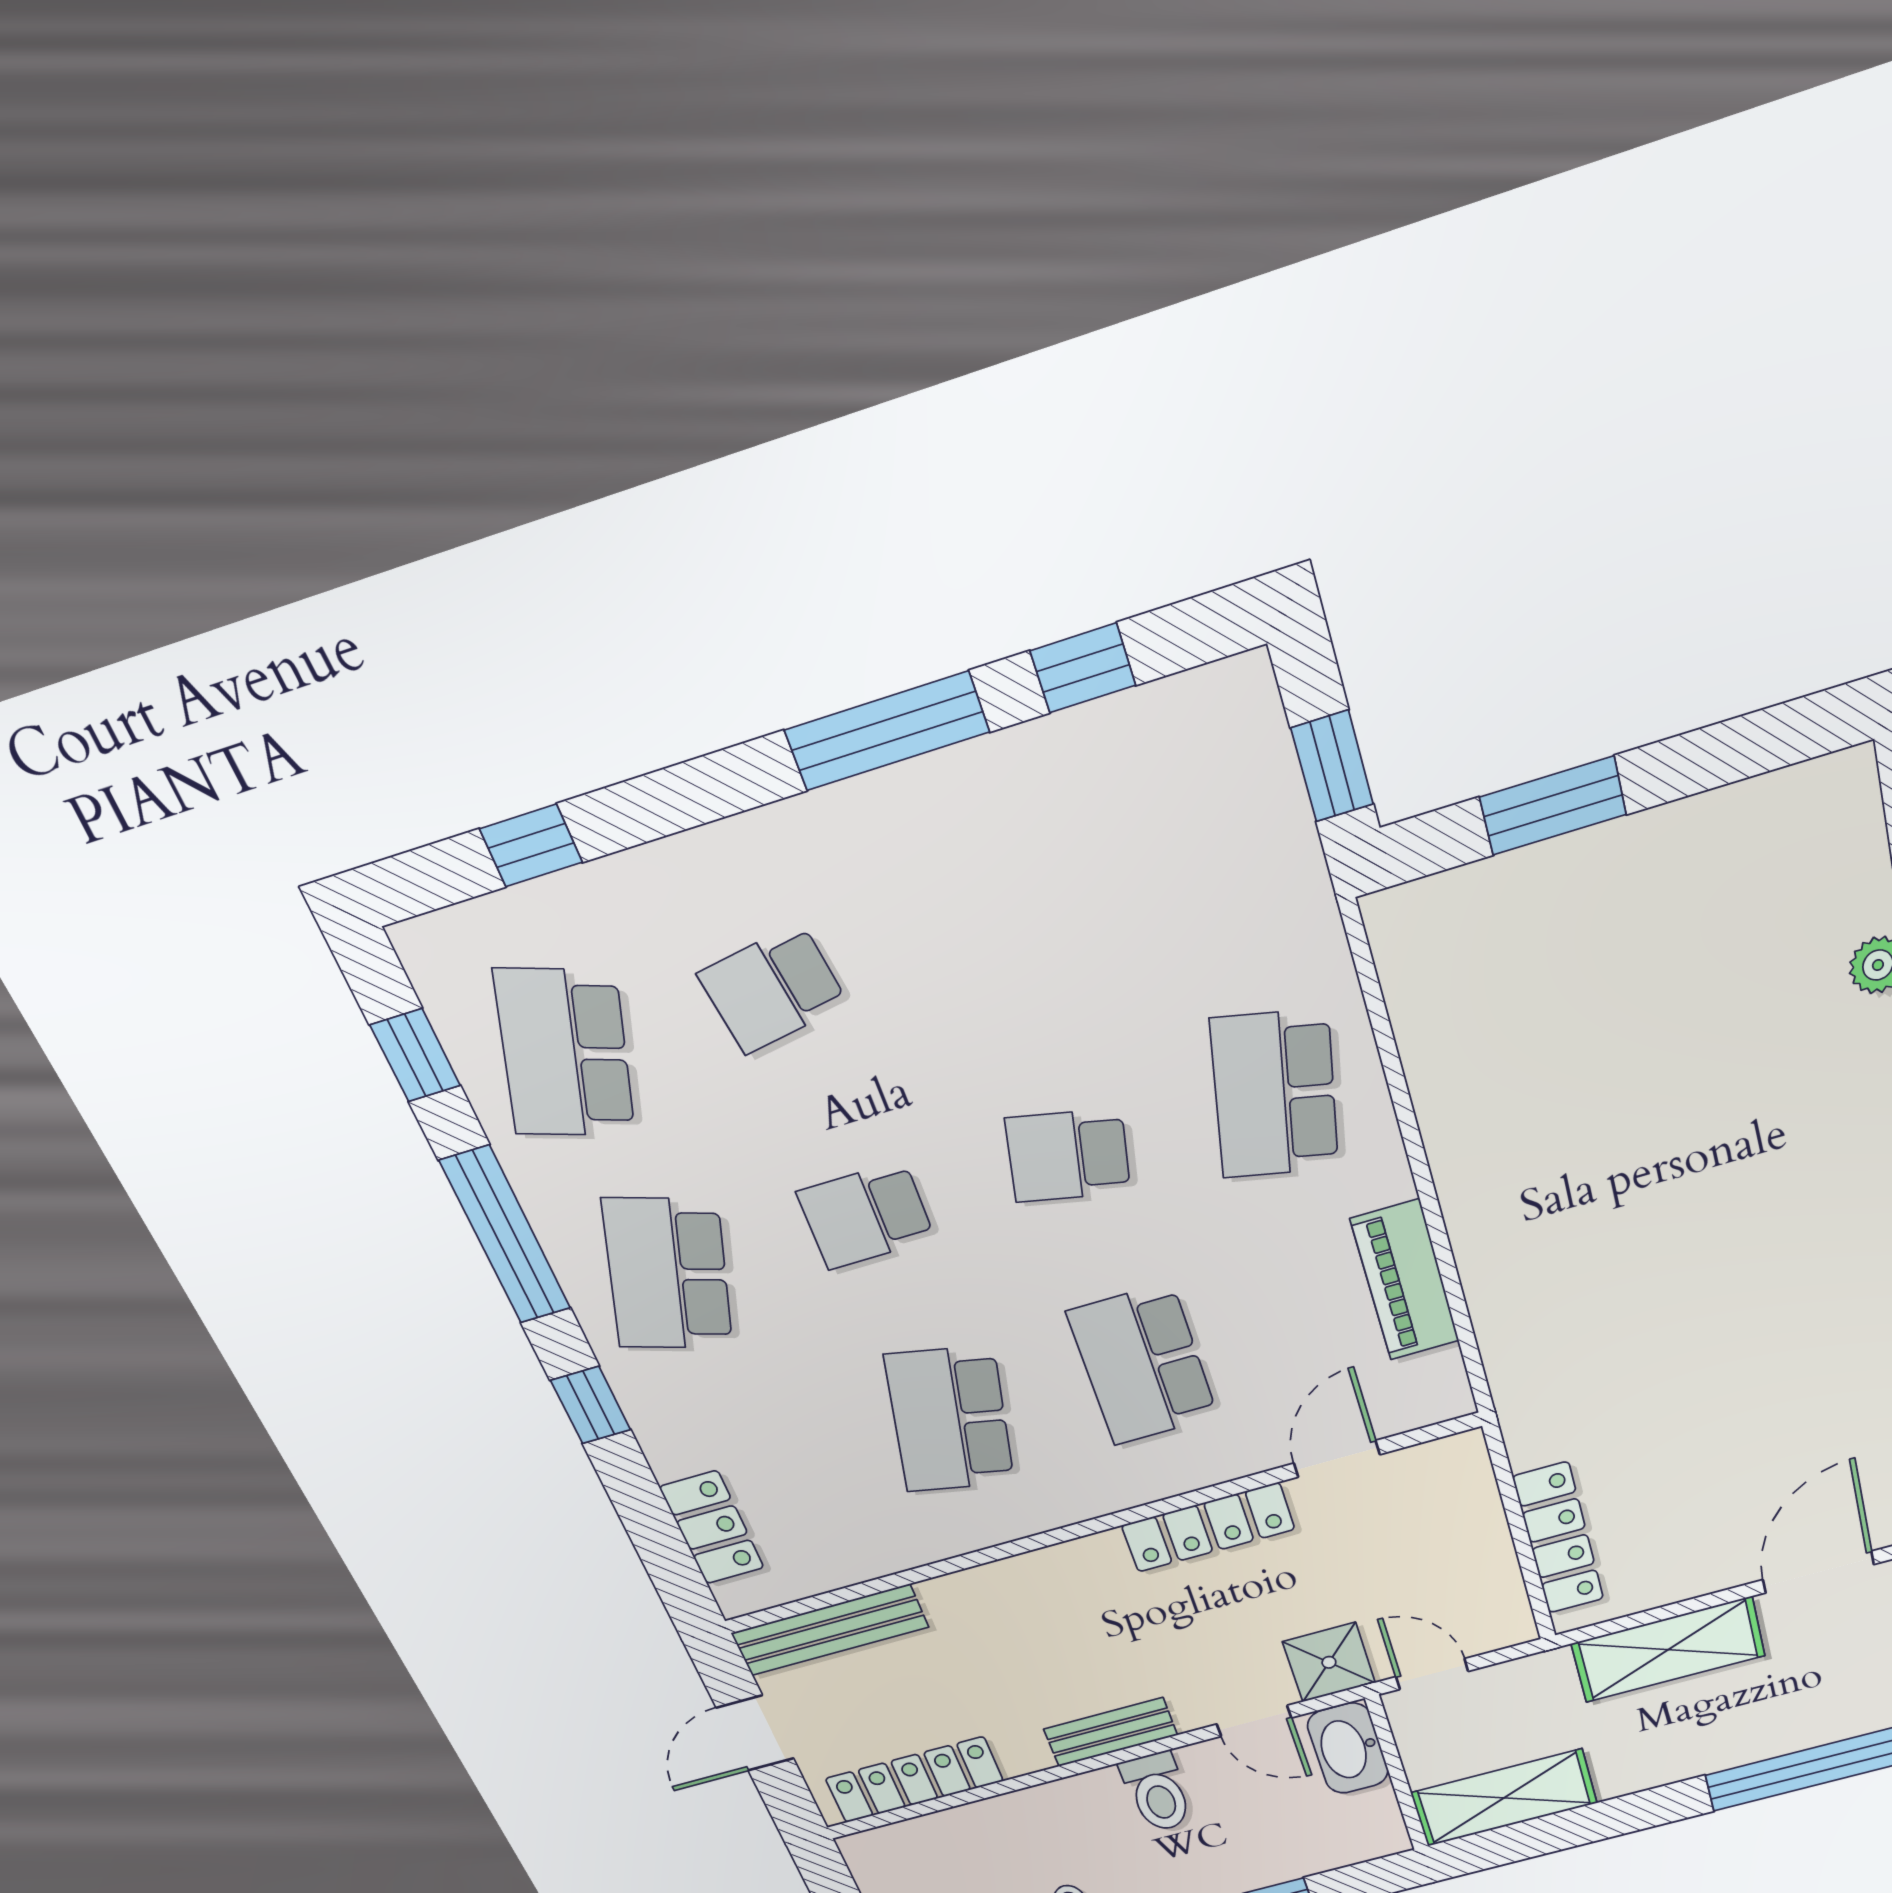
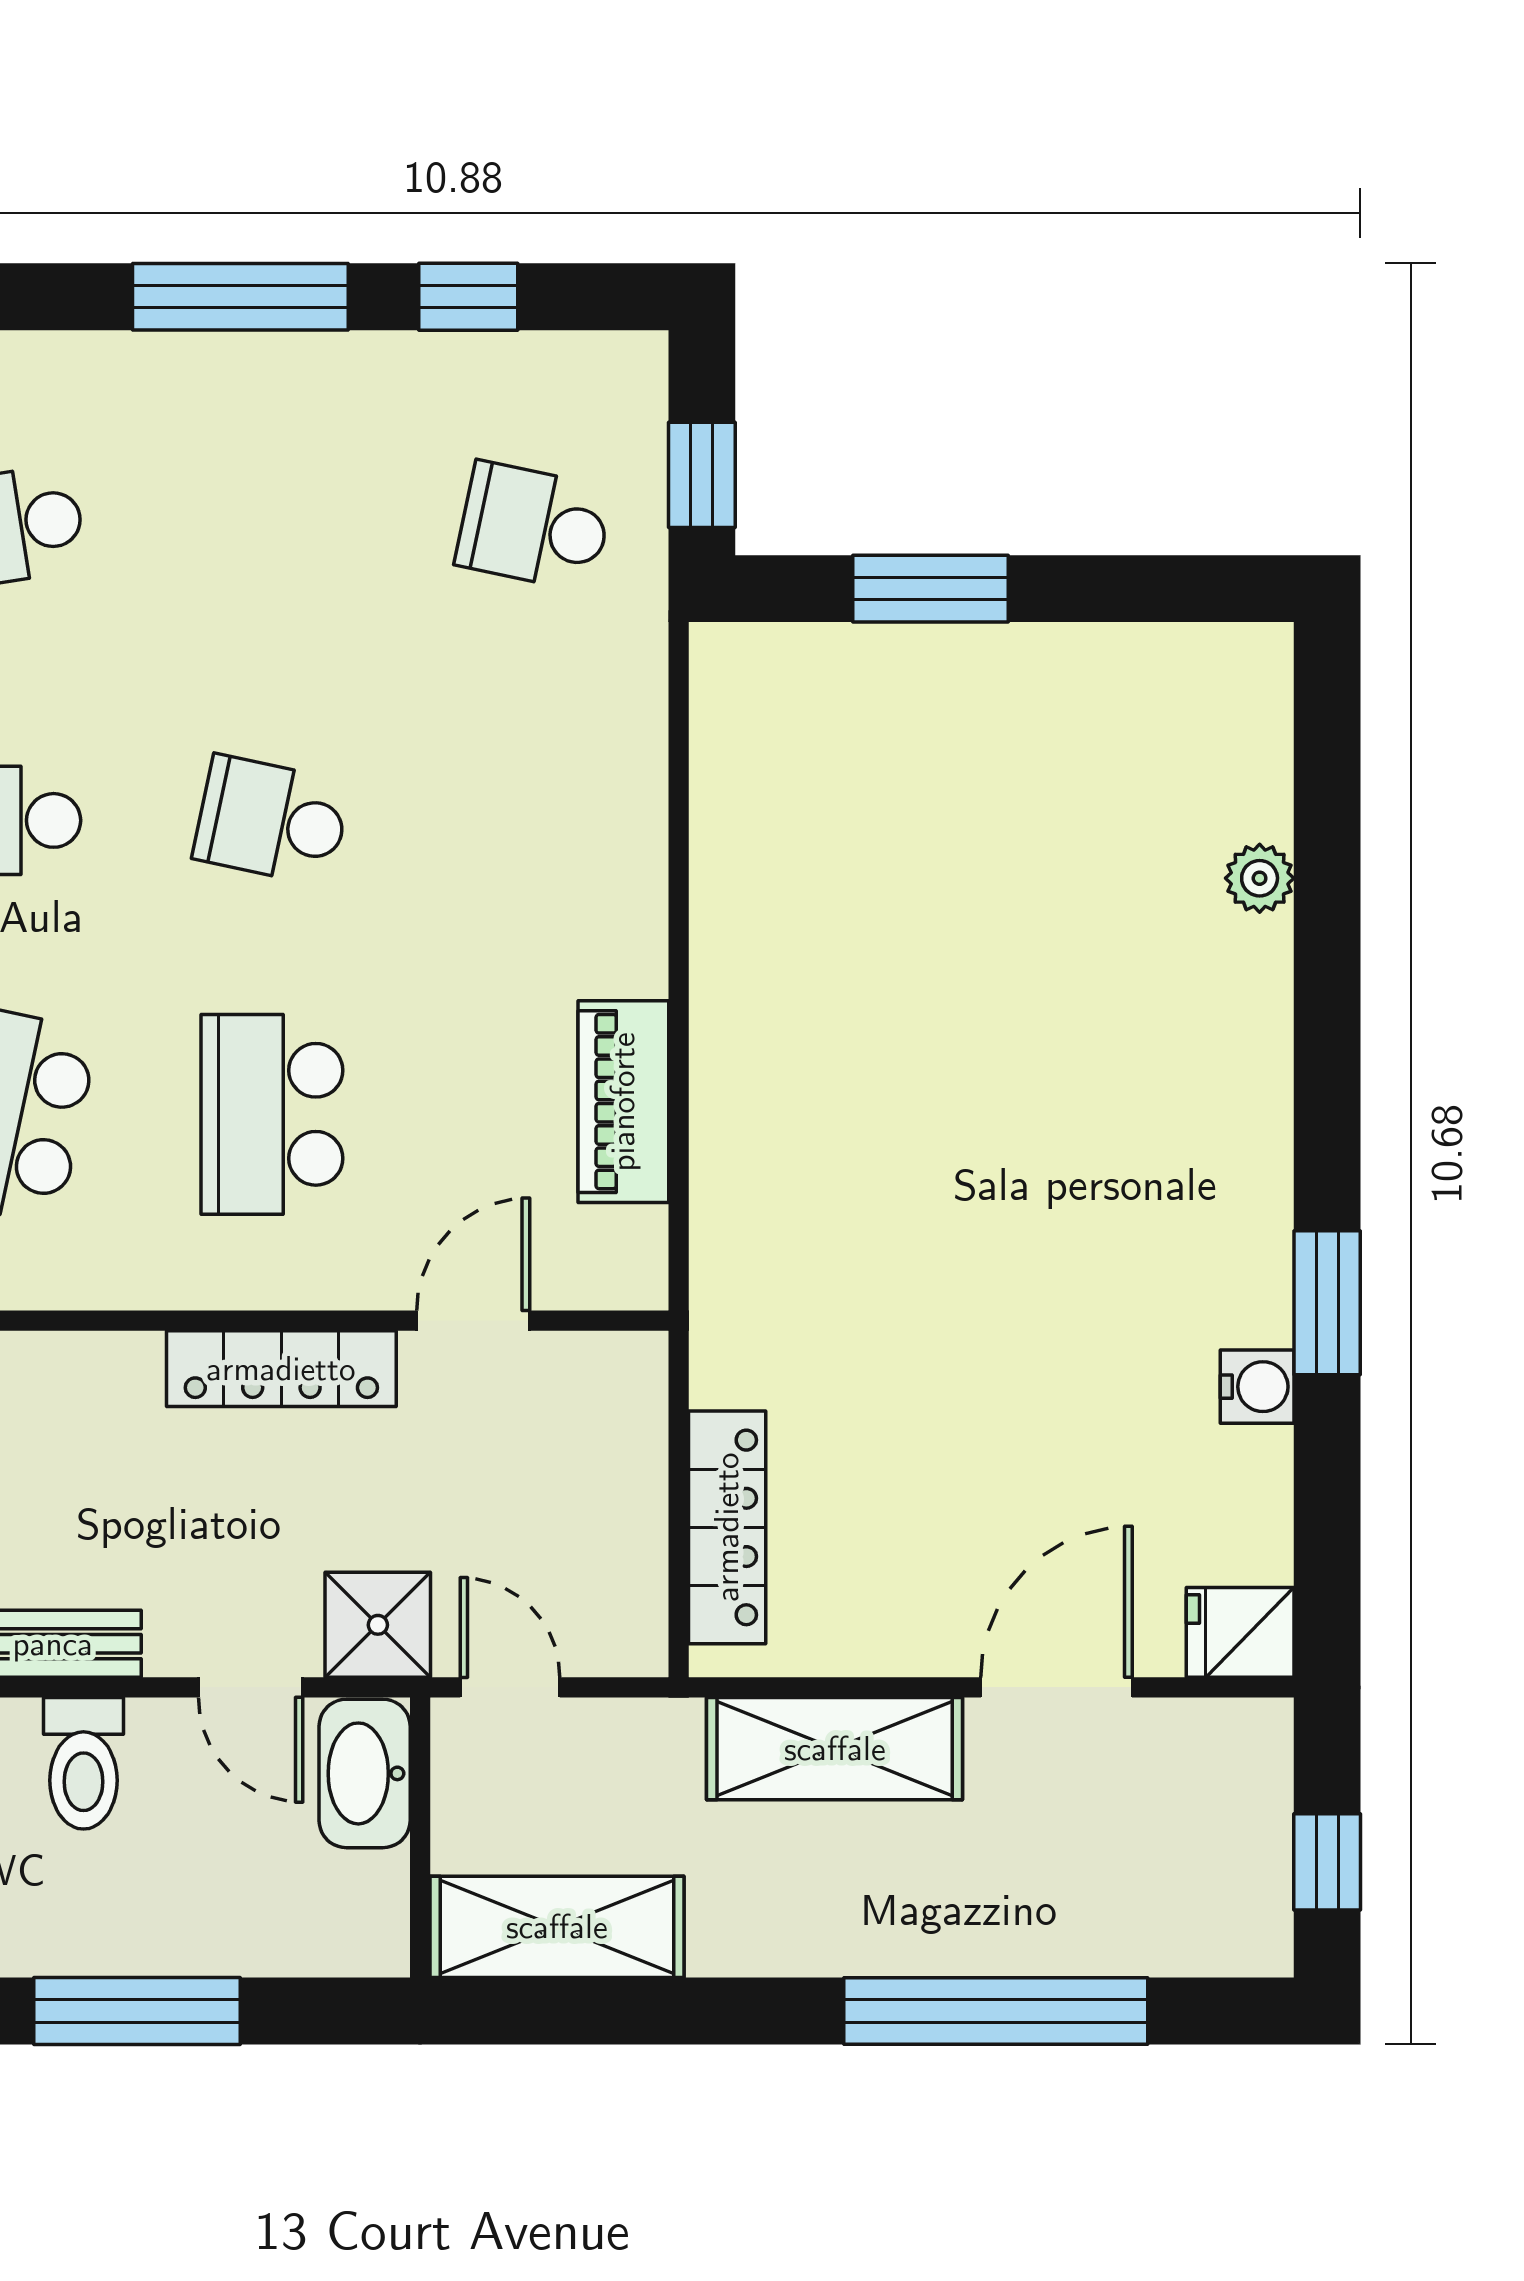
school desk: (1275, 1094) -> (534, 527), moved, width x0.54

